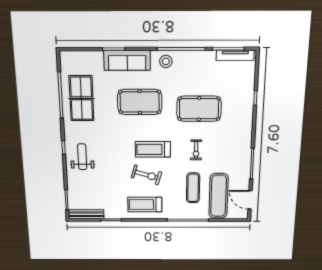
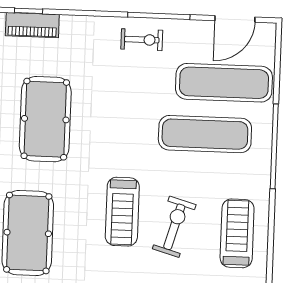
piano: (248, 100) -> (32, 25), added
exercise bike: (196, 150) -> (142, 40), moved
exercise mat: (193, 188) -> (205, 134), width x1.36, depth x1.45
treadmill: (145, 205) -> (237, 233), turned 180

